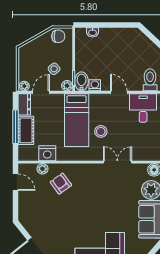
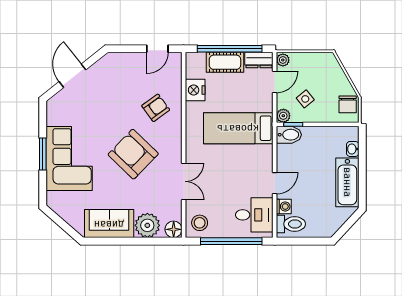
bathtub: (118, 37) -> (347, 182), added
washing machine: (95, 85) -> (284, 207), moved
door: (41, 92) -> (275, 82), hinge flipped
window: (16, 127) -> (230, 49), width x1.46
stool: (101, 131) -> (200, 223), moved
plant: (42, 169) -> (175, 84), removed
armchair: (96, 201) -> (133, 154), added

